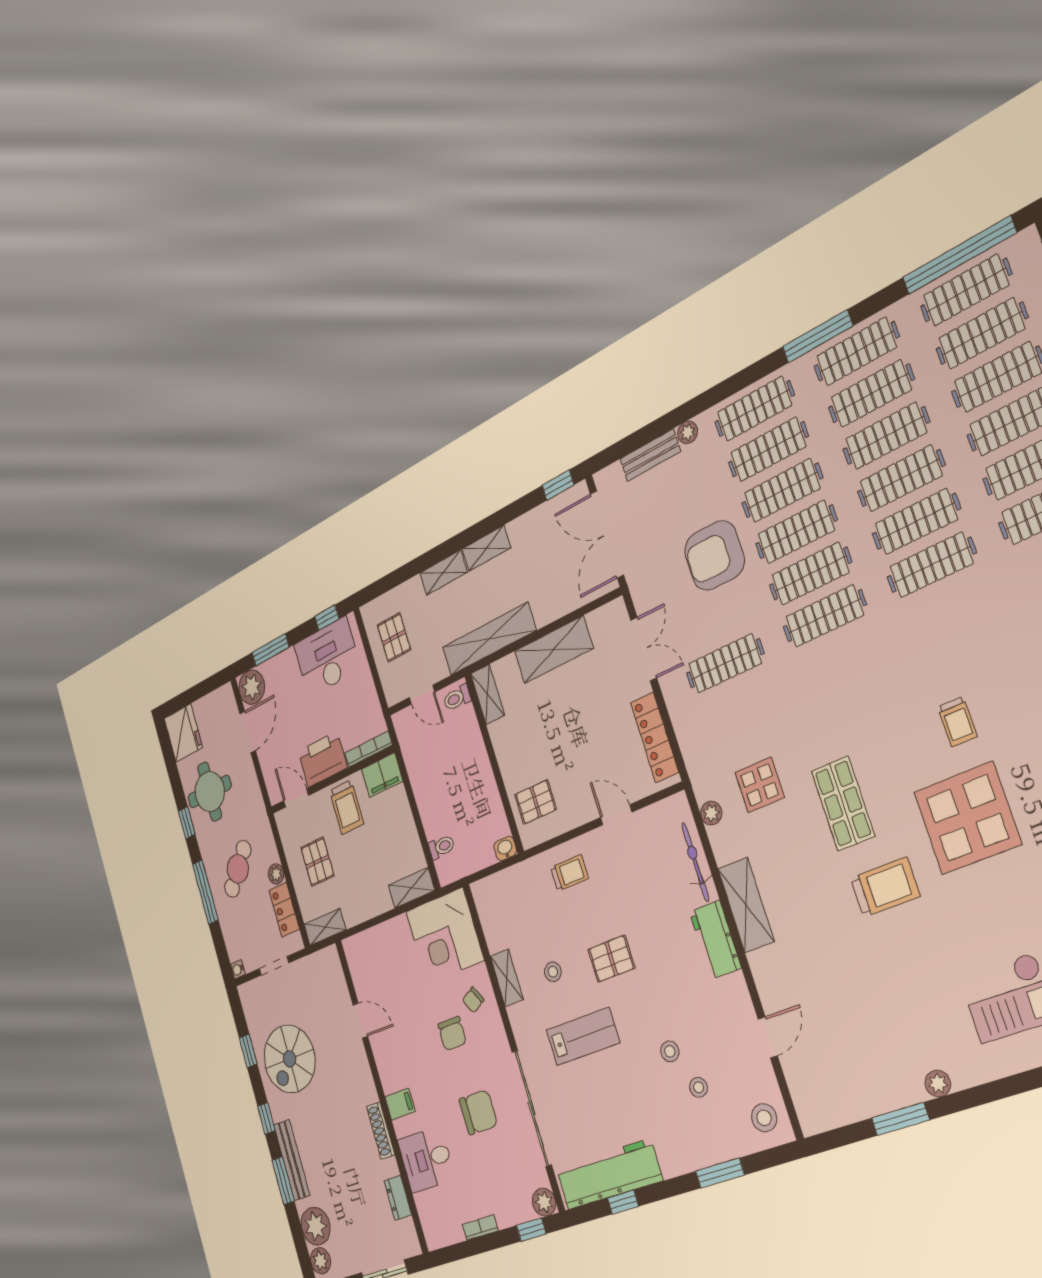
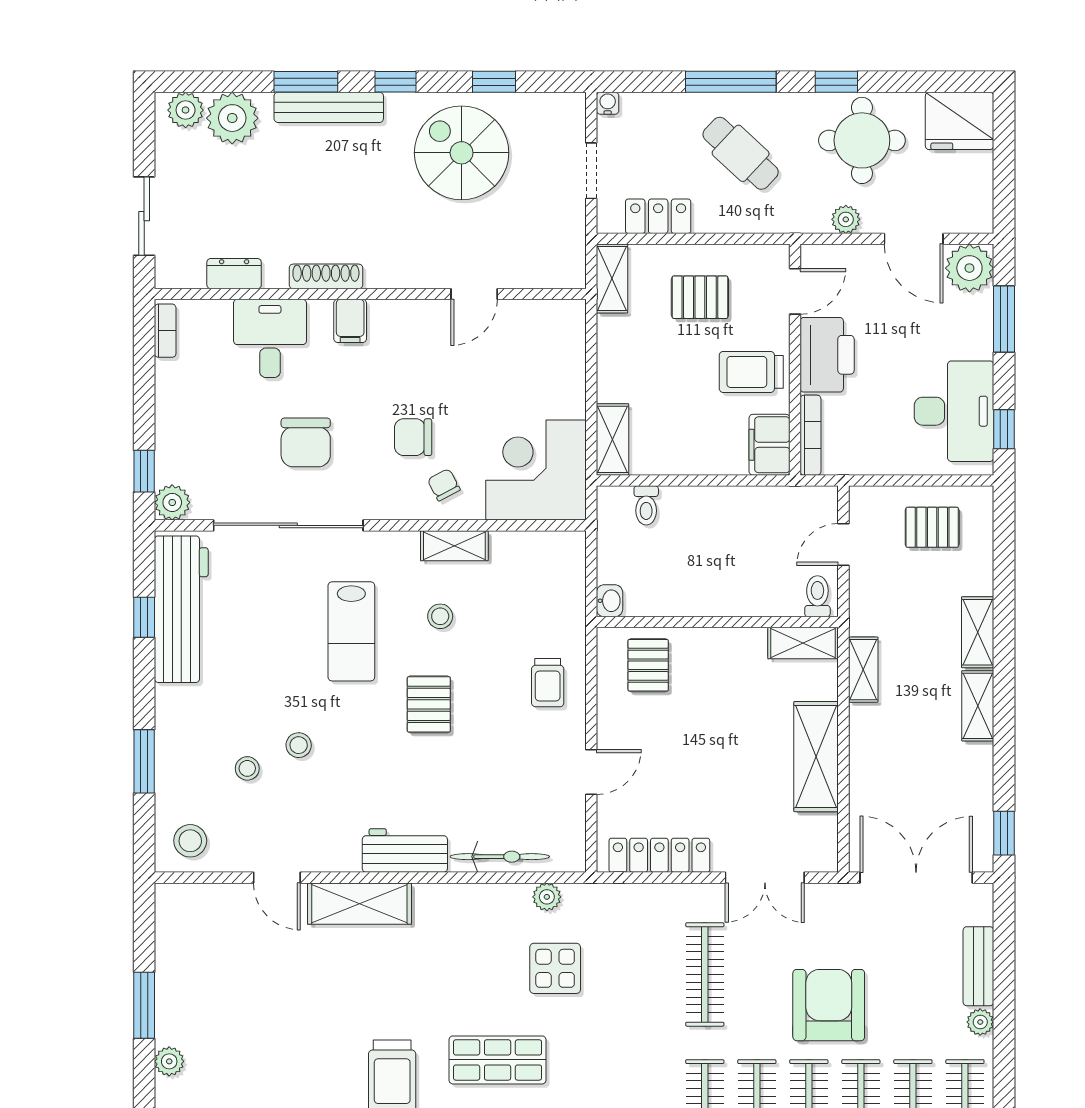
shelving: (489, 639) -> (863, 670), width x0.45, depth x0.75
plant: (276, 874) -> (846, 219), moved
shelving: (746, 905) -> (359, 904), moved
bookcase: (480, 1228) -> (165, 331), moved

